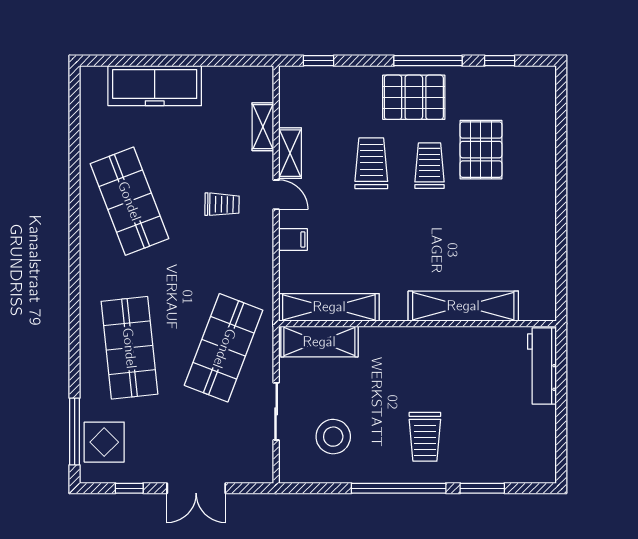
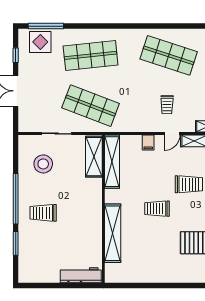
trolley: (430, 166) -> (157, 209), moved, turned 180
shop shelf: (129, 201) -> (169, 55), turned 39

